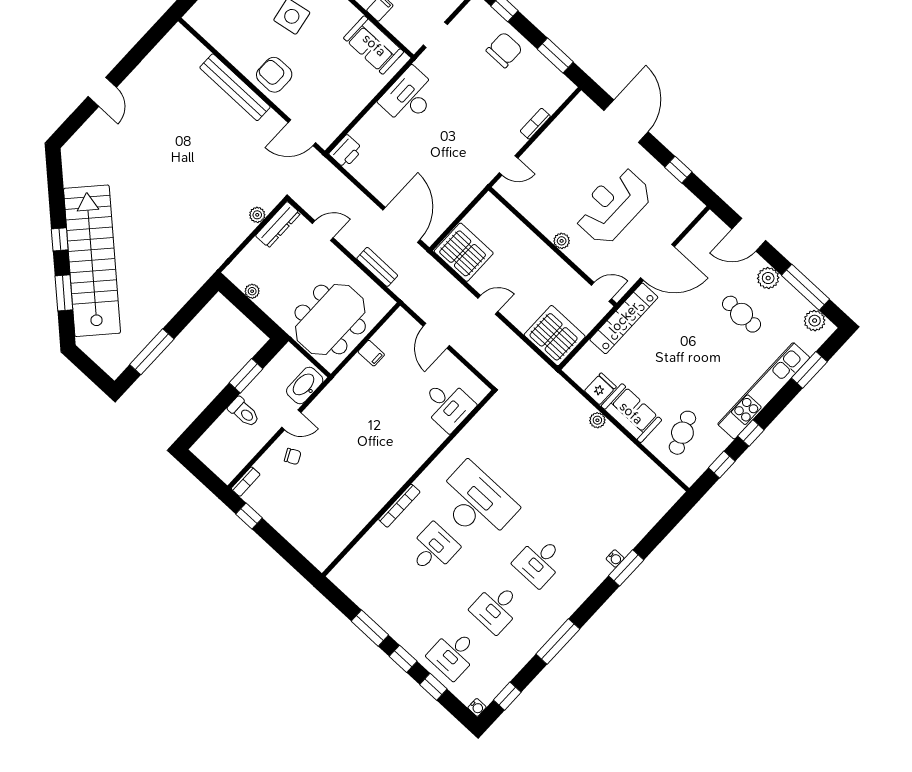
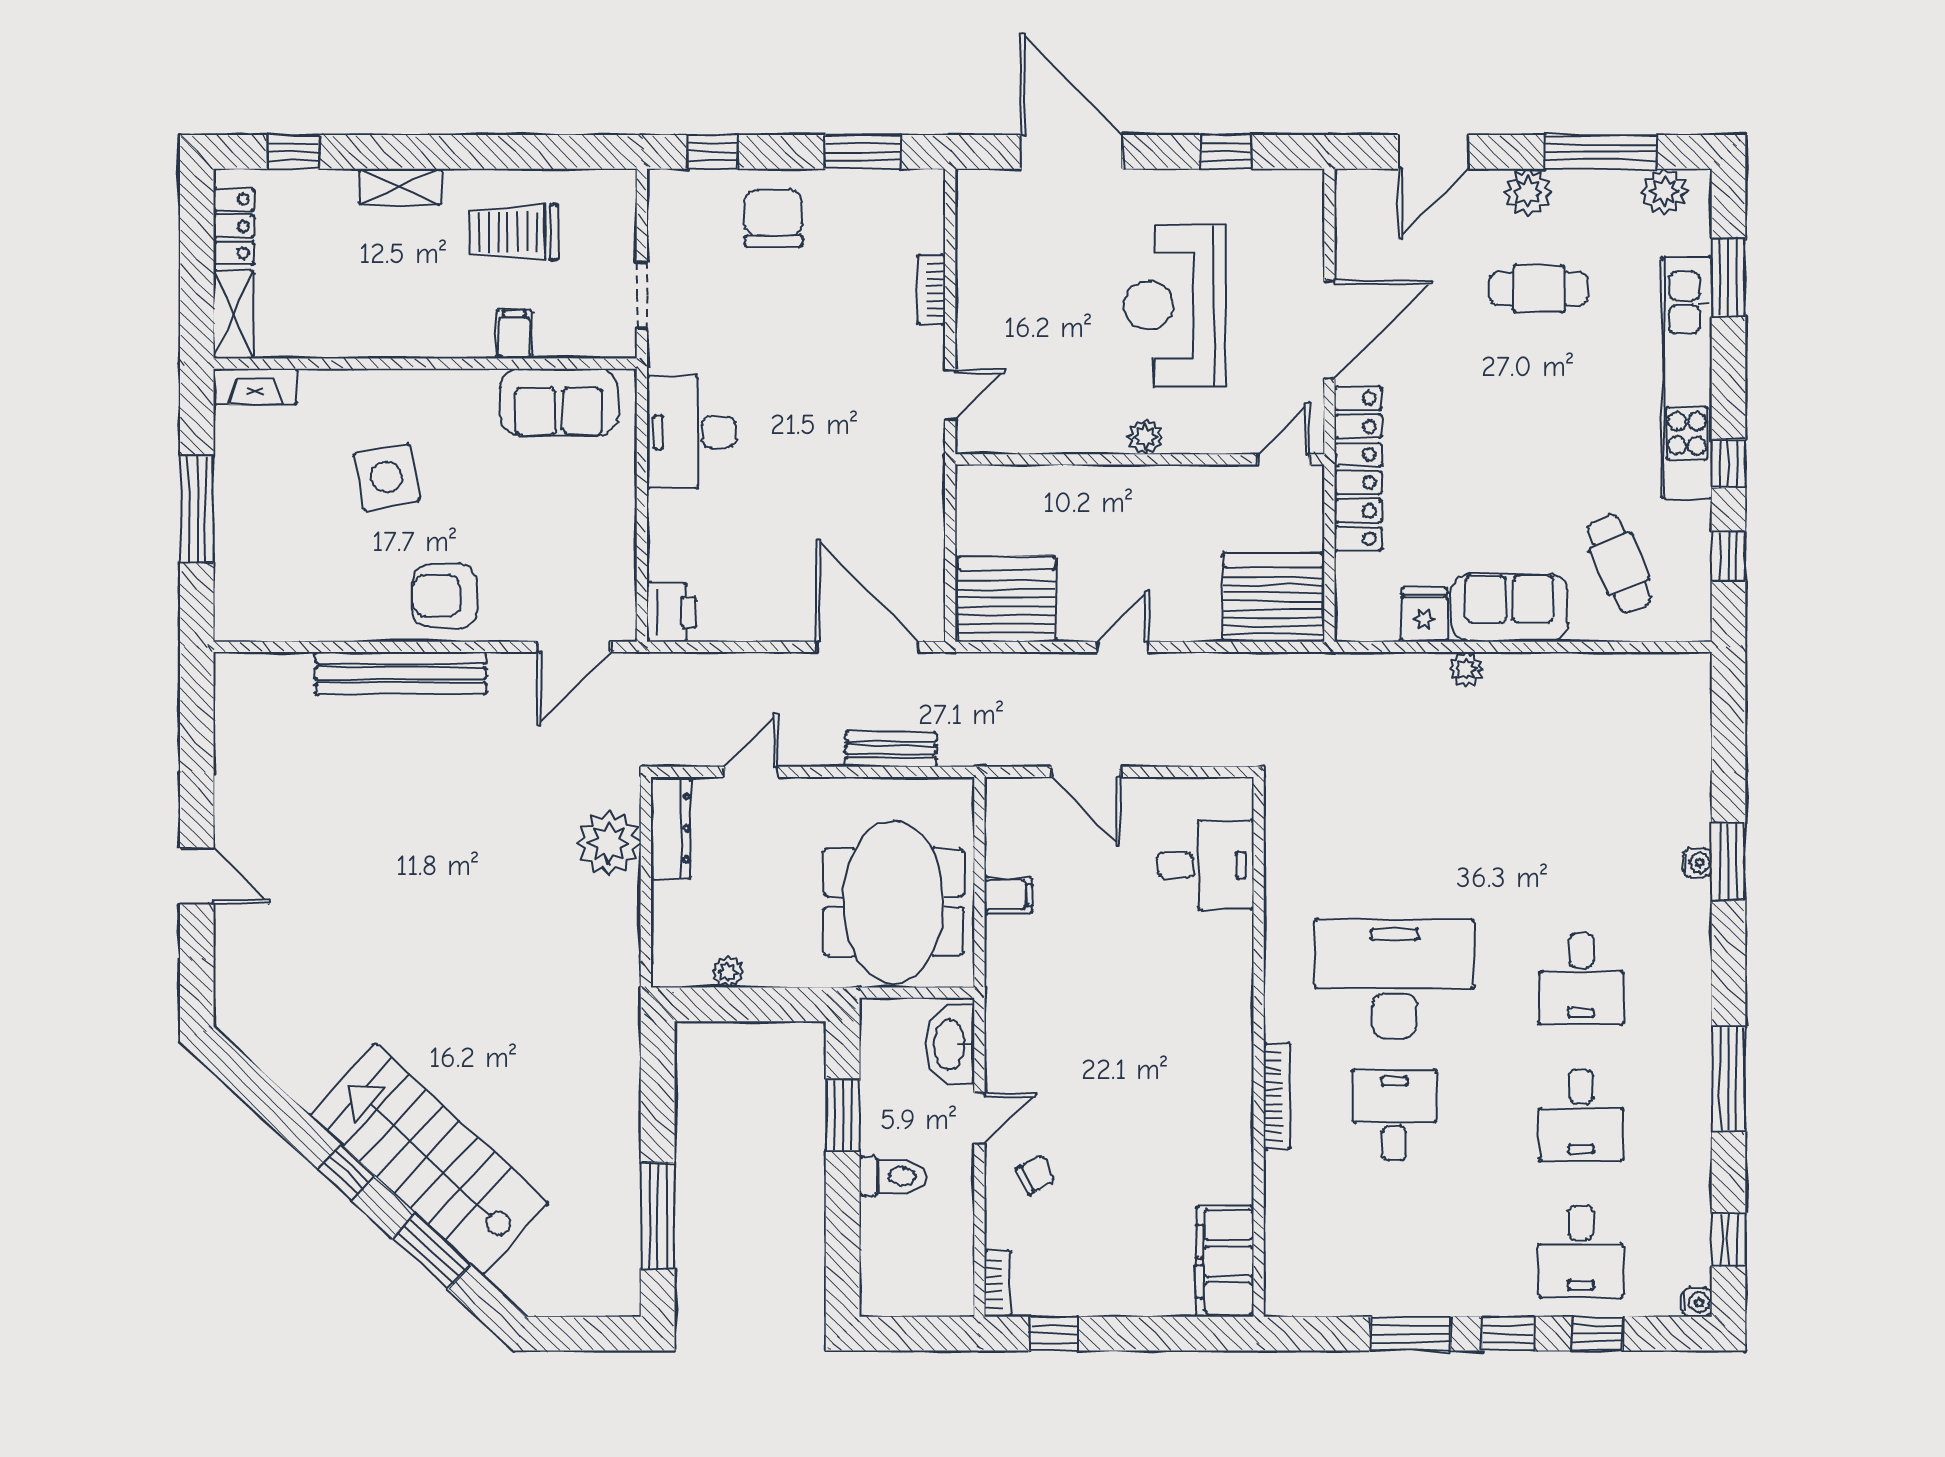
plant: (257, 215) -> (609, 843), width x1.87, depth x1.87
stairs: (92, 261) -> (429, 1159), width x0.73
filing cabinet: (330, 545) -> (1225, 1261), added

